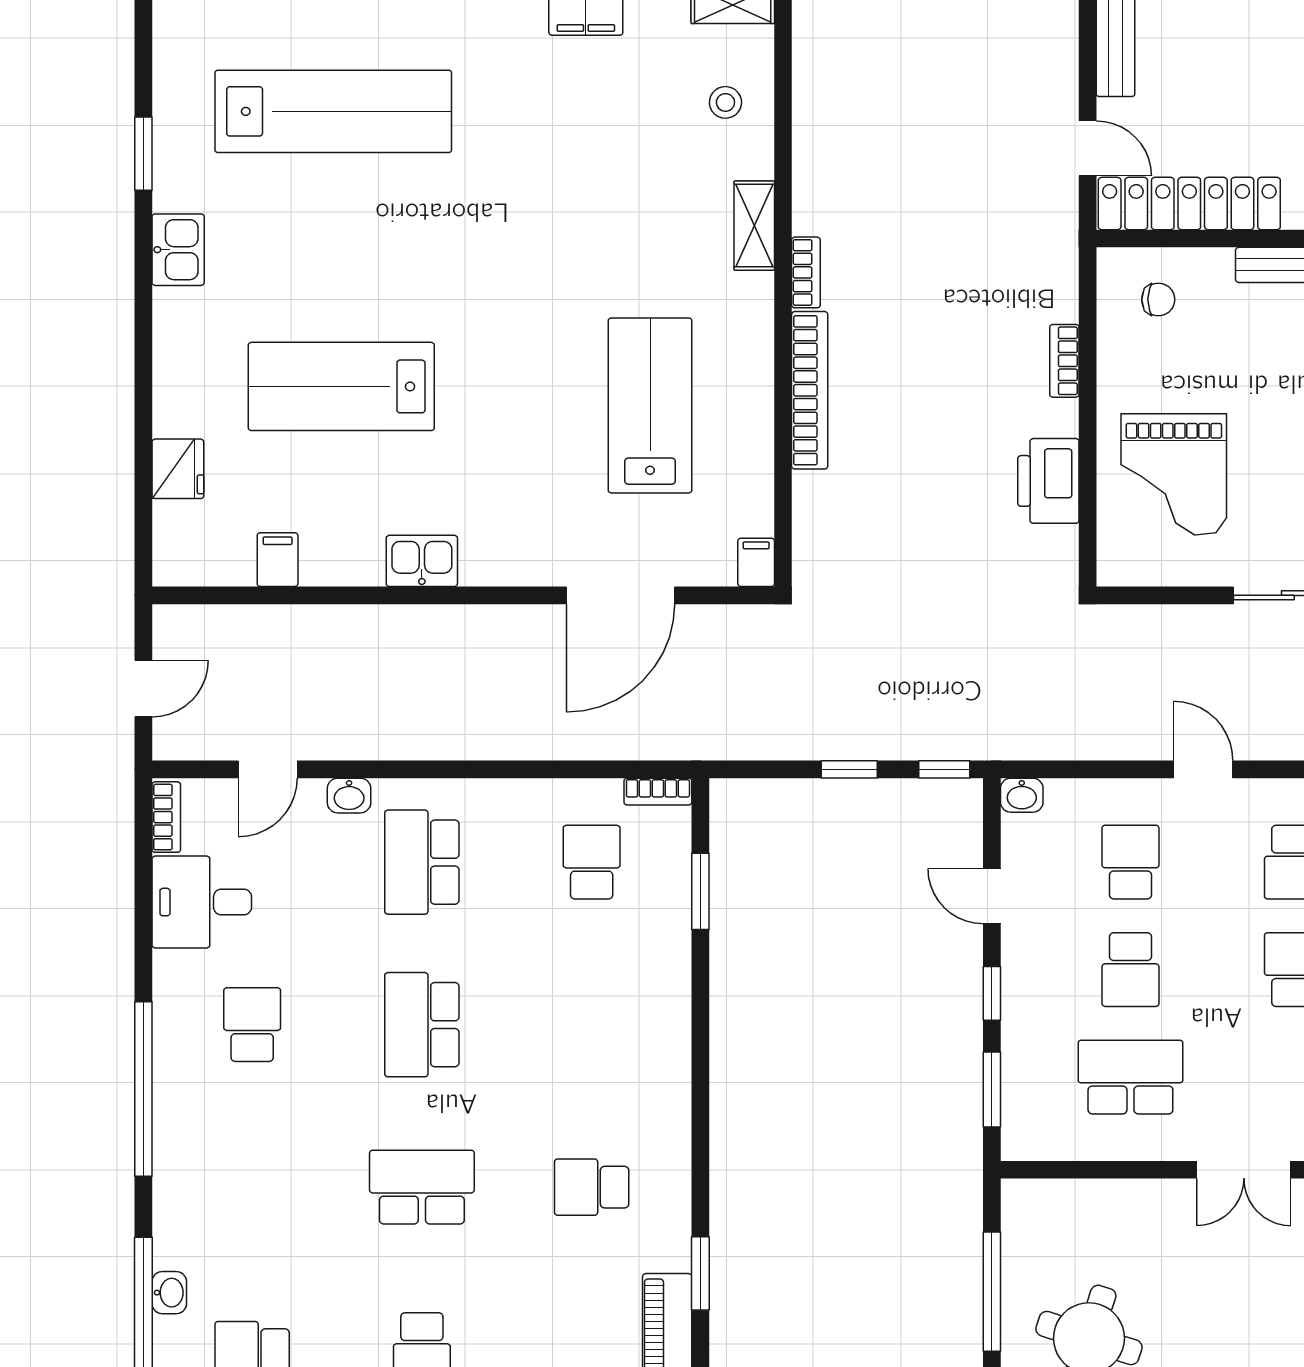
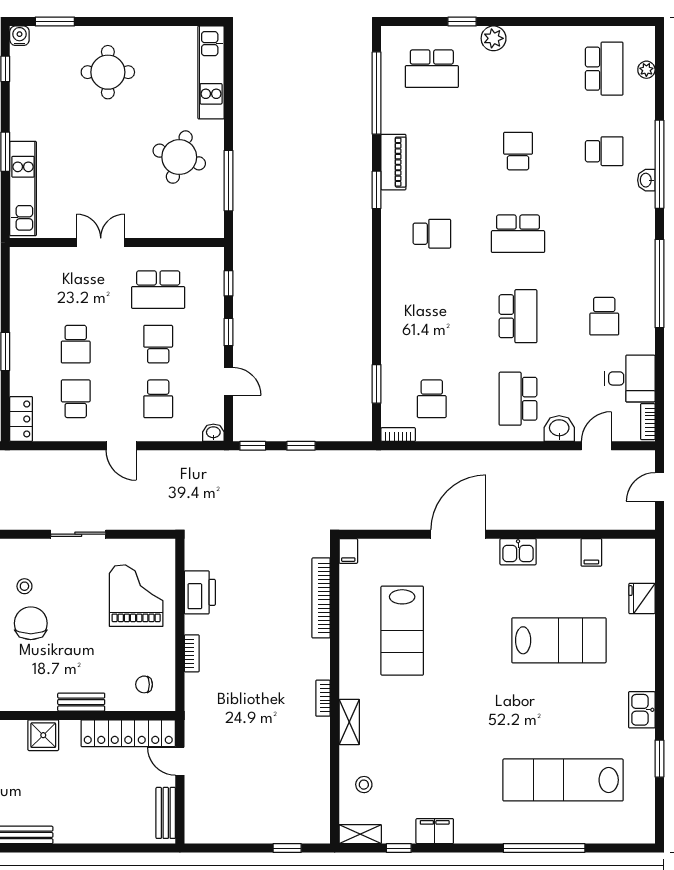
bookcase: (810, 390) -> (321, 598), moved
door: (620, 595) -> (458, 534), moved
washbasin: (349, 796) -> (559, 429), width x1.38, depth x1.45
school desk: (422, 862) -> (518, 399), turned 180
window: (992, 1089) -> (229, 283), width x0.67

